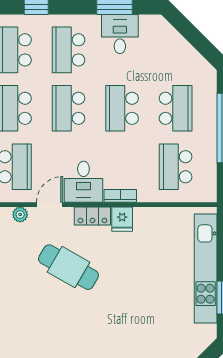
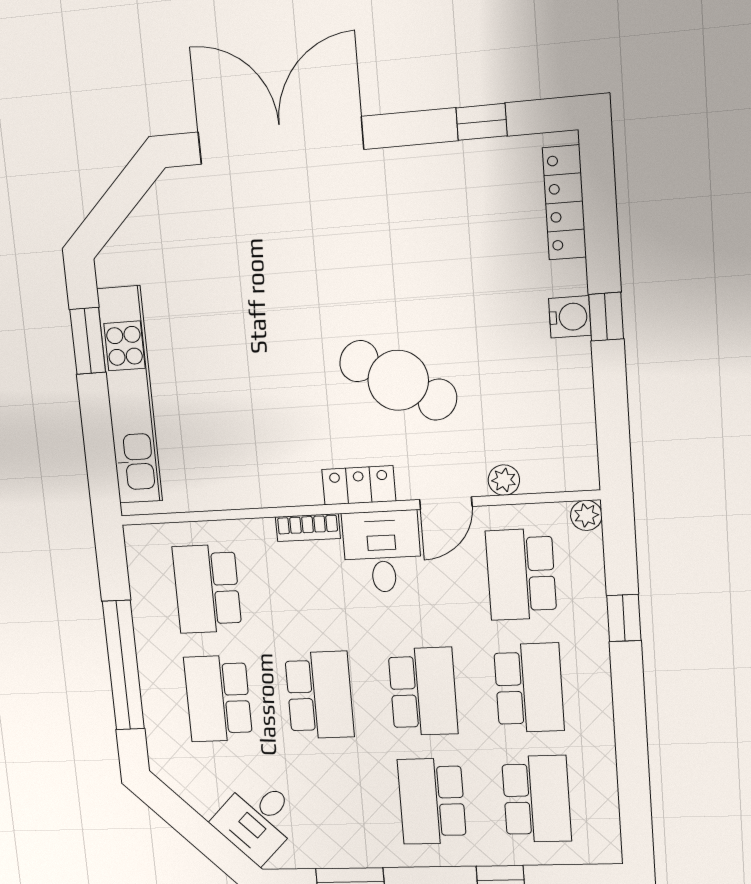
desk: (120, 34) -> (258, 819), moved, turned 45
school desk: (68, 50) -> (432, 801), turned 180
school desk: (176, 167) -> (207, 589), turned 180
fridge: (122, 219) -> (300, 482), removed

